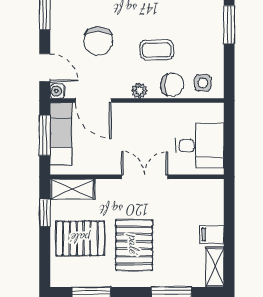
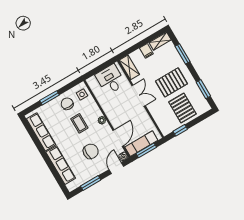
chair: (172, 85) -> (67, 104), moved
double door: (145, 177) -> (139, 96), swing flipped
shelving: (73, 189) -> (129, 67), moved

